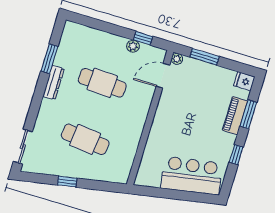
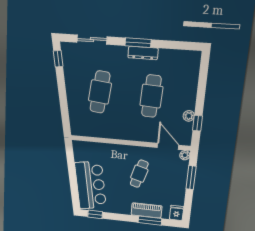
window: (49, 59) -> (138, 43), moved
cafe table: (189, 115) -> (139, 174), added
sliding door: (23, 147) -> (92, 40), moved
window: (236, 155) -> (95, 214), moved
window: (67, 182) -> (58, 59), moved

